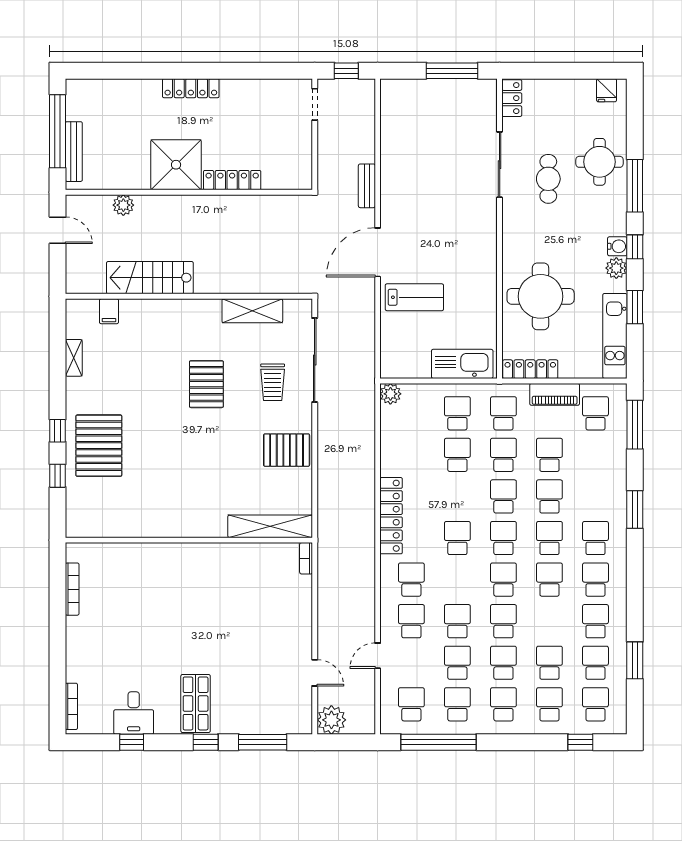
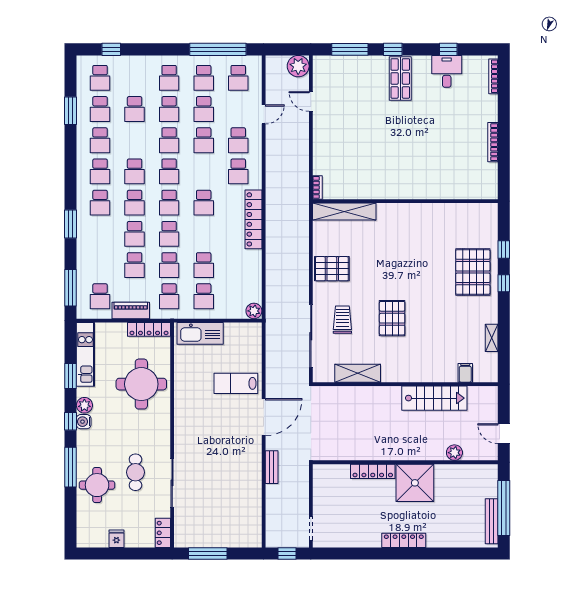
fridge: (607, 90) -> (116, 539), moved
bench: (74, 152) -> (492, 521), moved
bookcase: (72, 589) -> (493, 142), moved
school desk: (549, 704) -> (135, 78), removed

